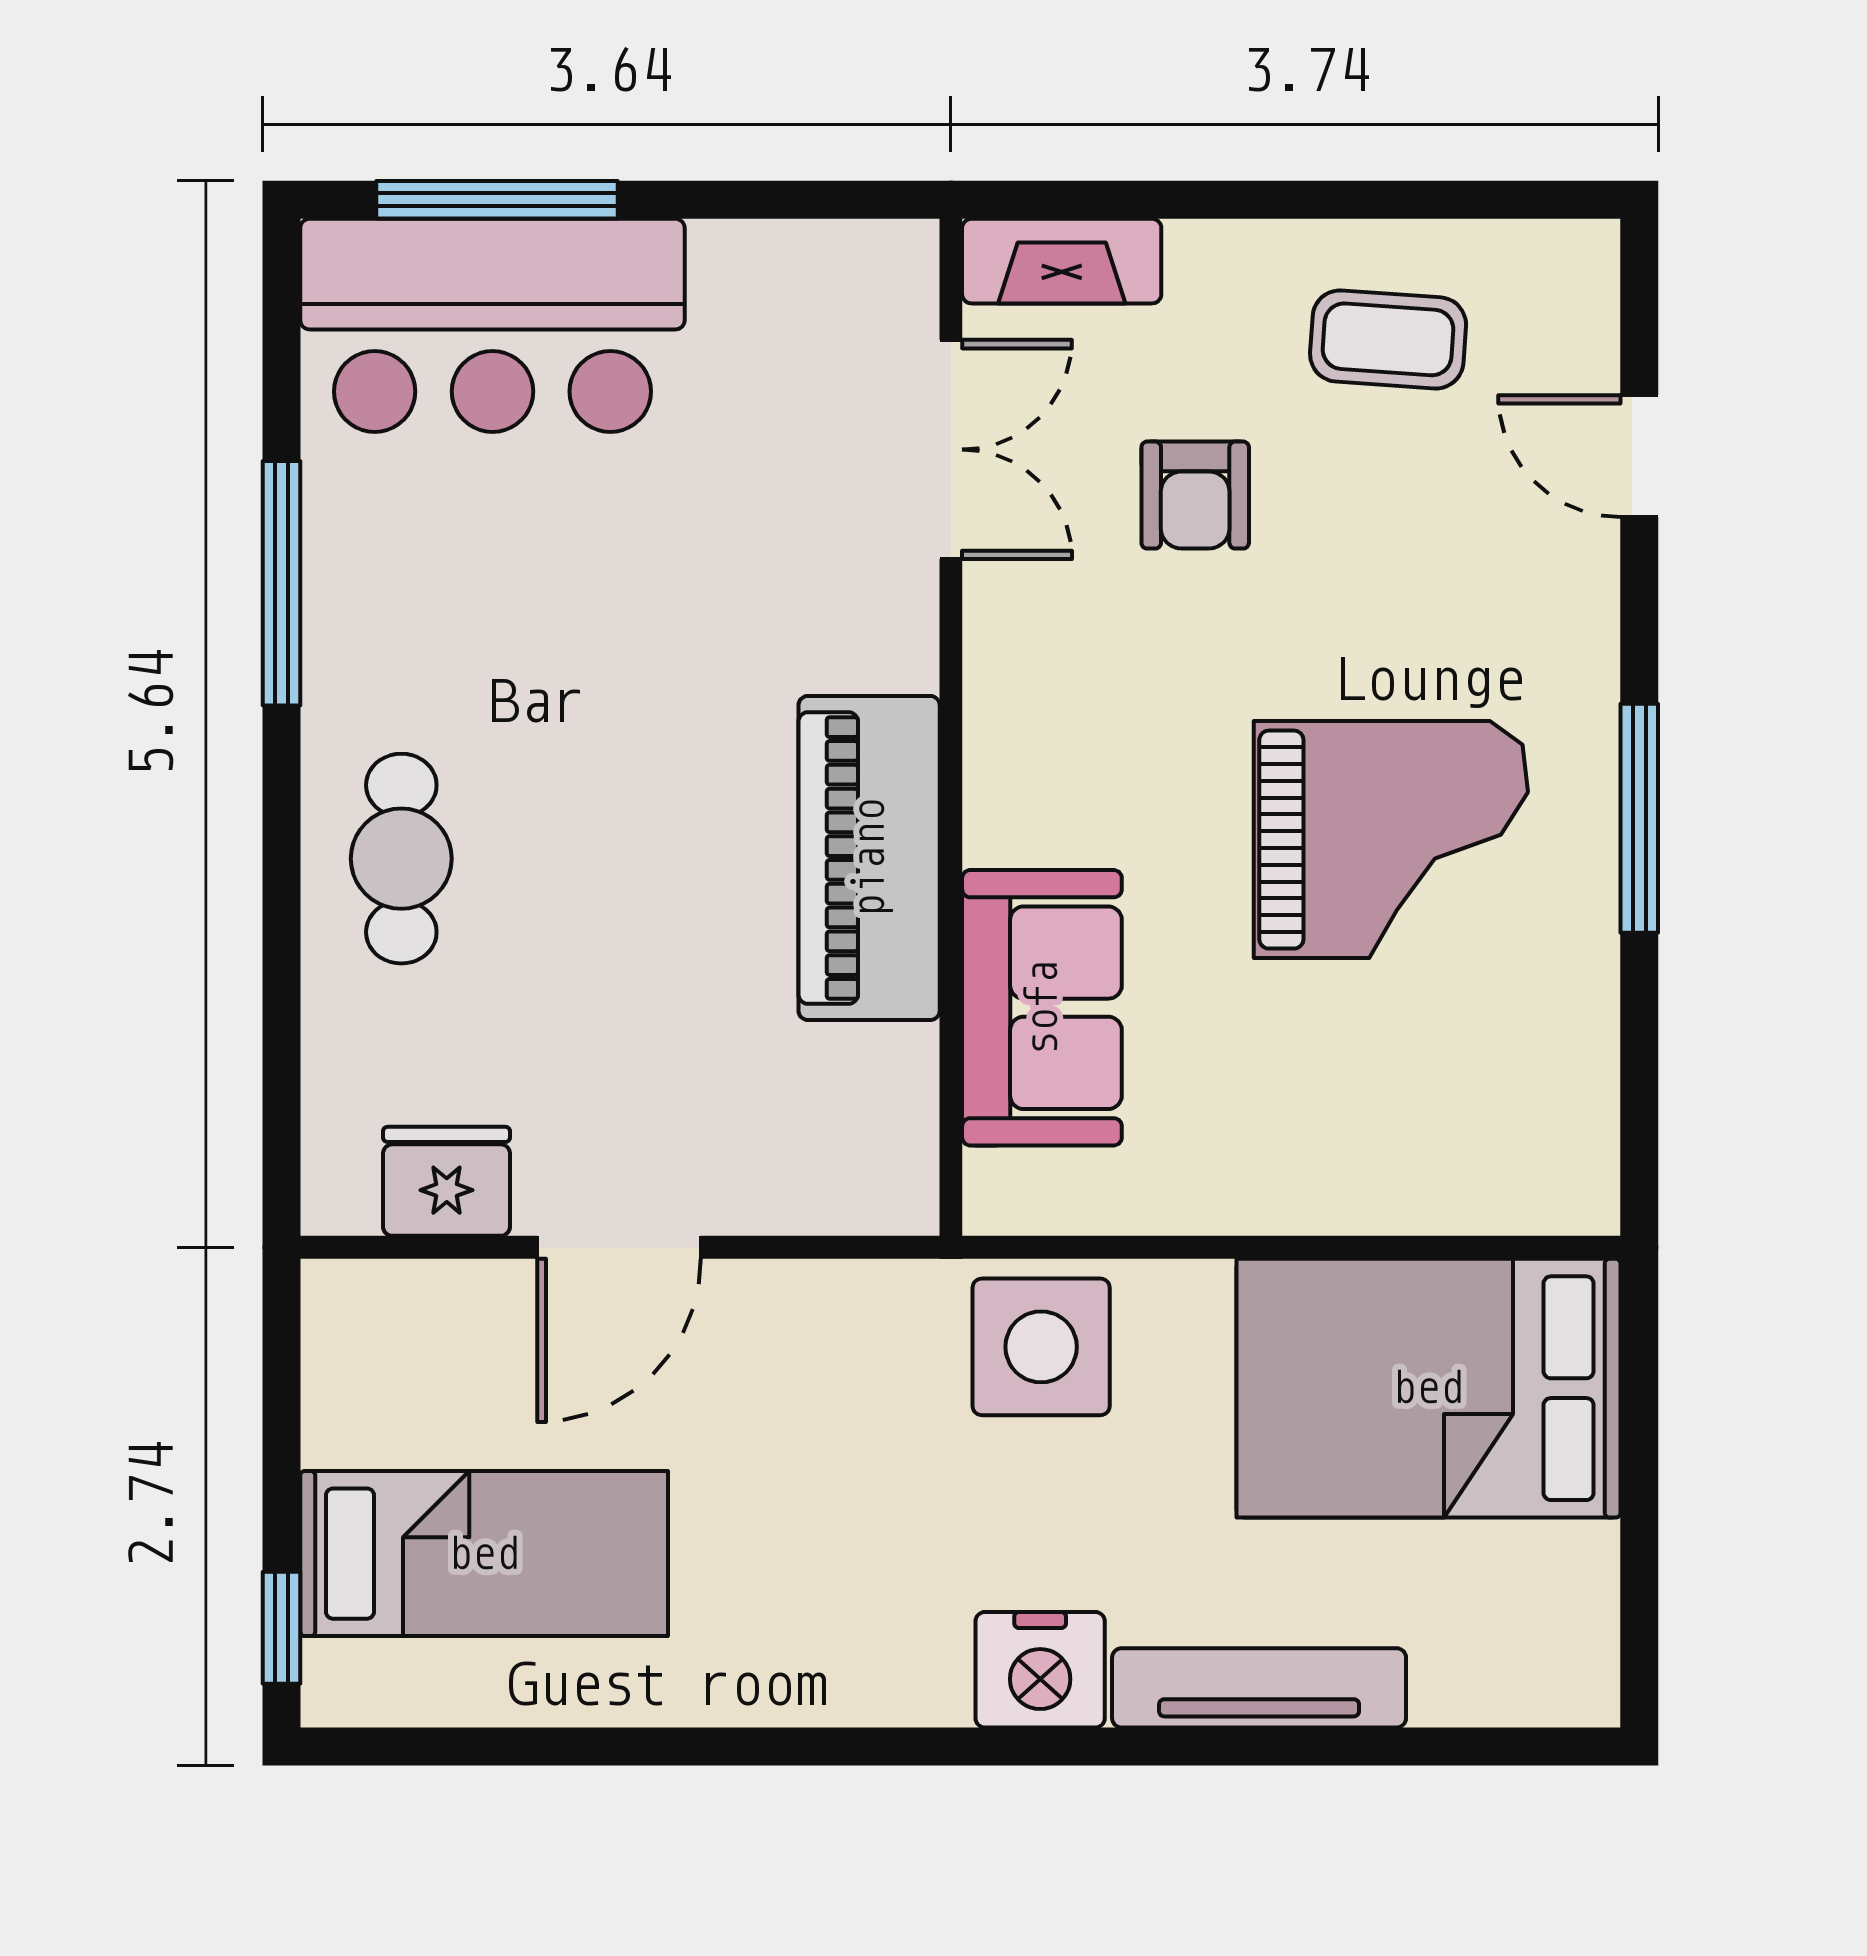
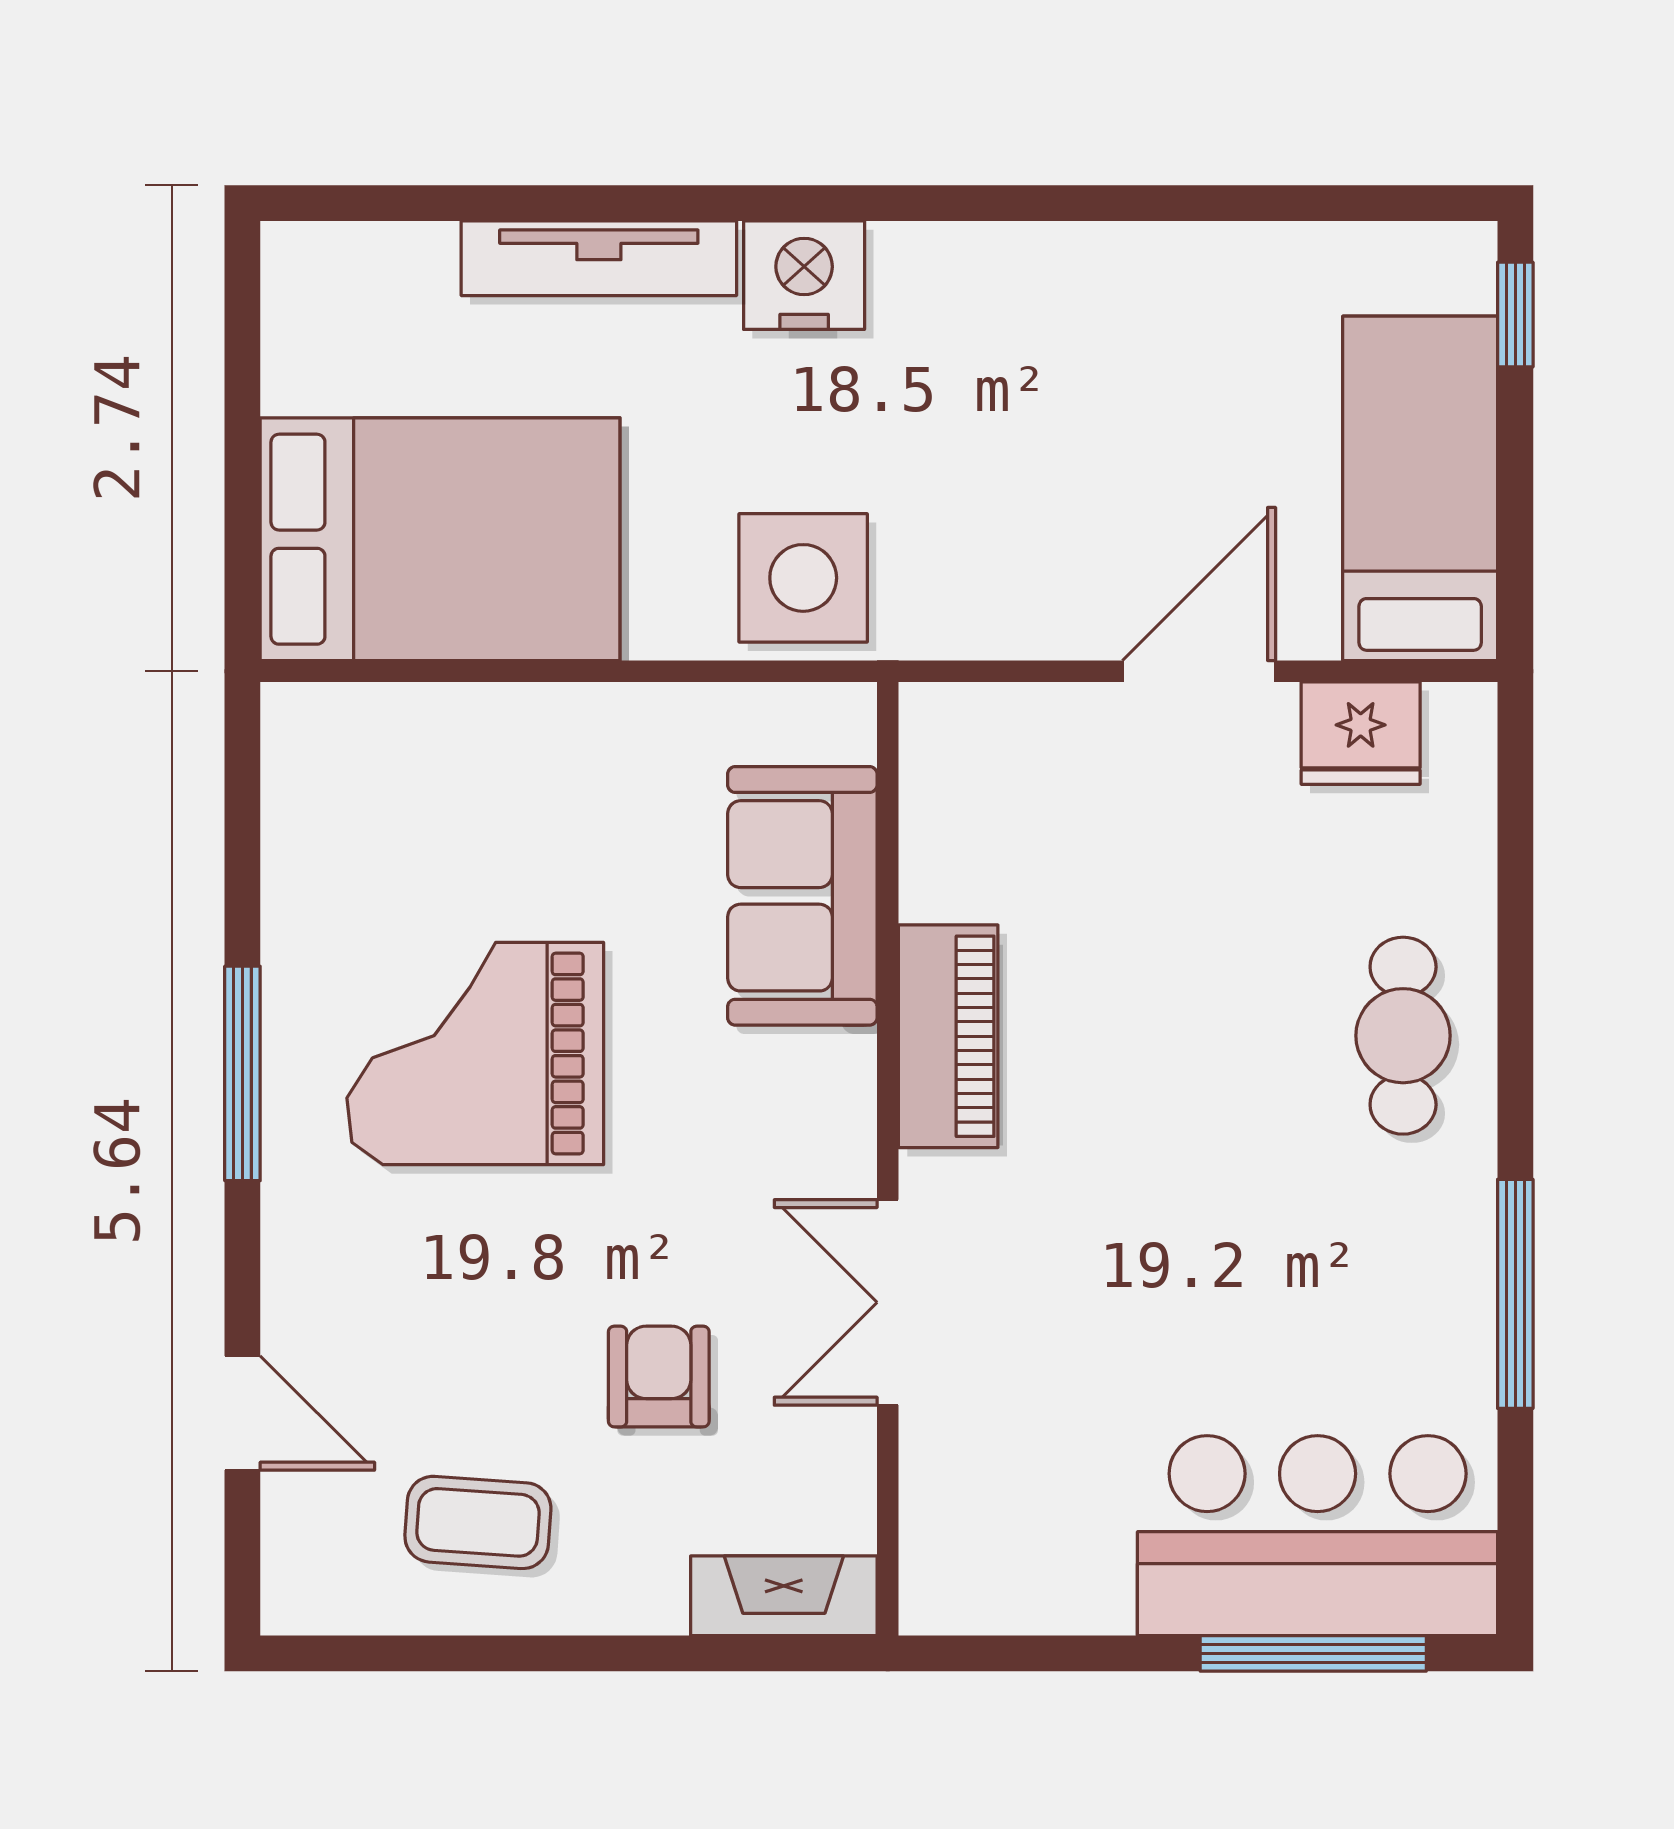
double door: (951, 449) -> (888, 1302), moved
piano: (869, 858) -> (948, 1036), width x0.73, depth x0.75
bed: (484, 1554) -> (1420, 488), moved, turned 90

